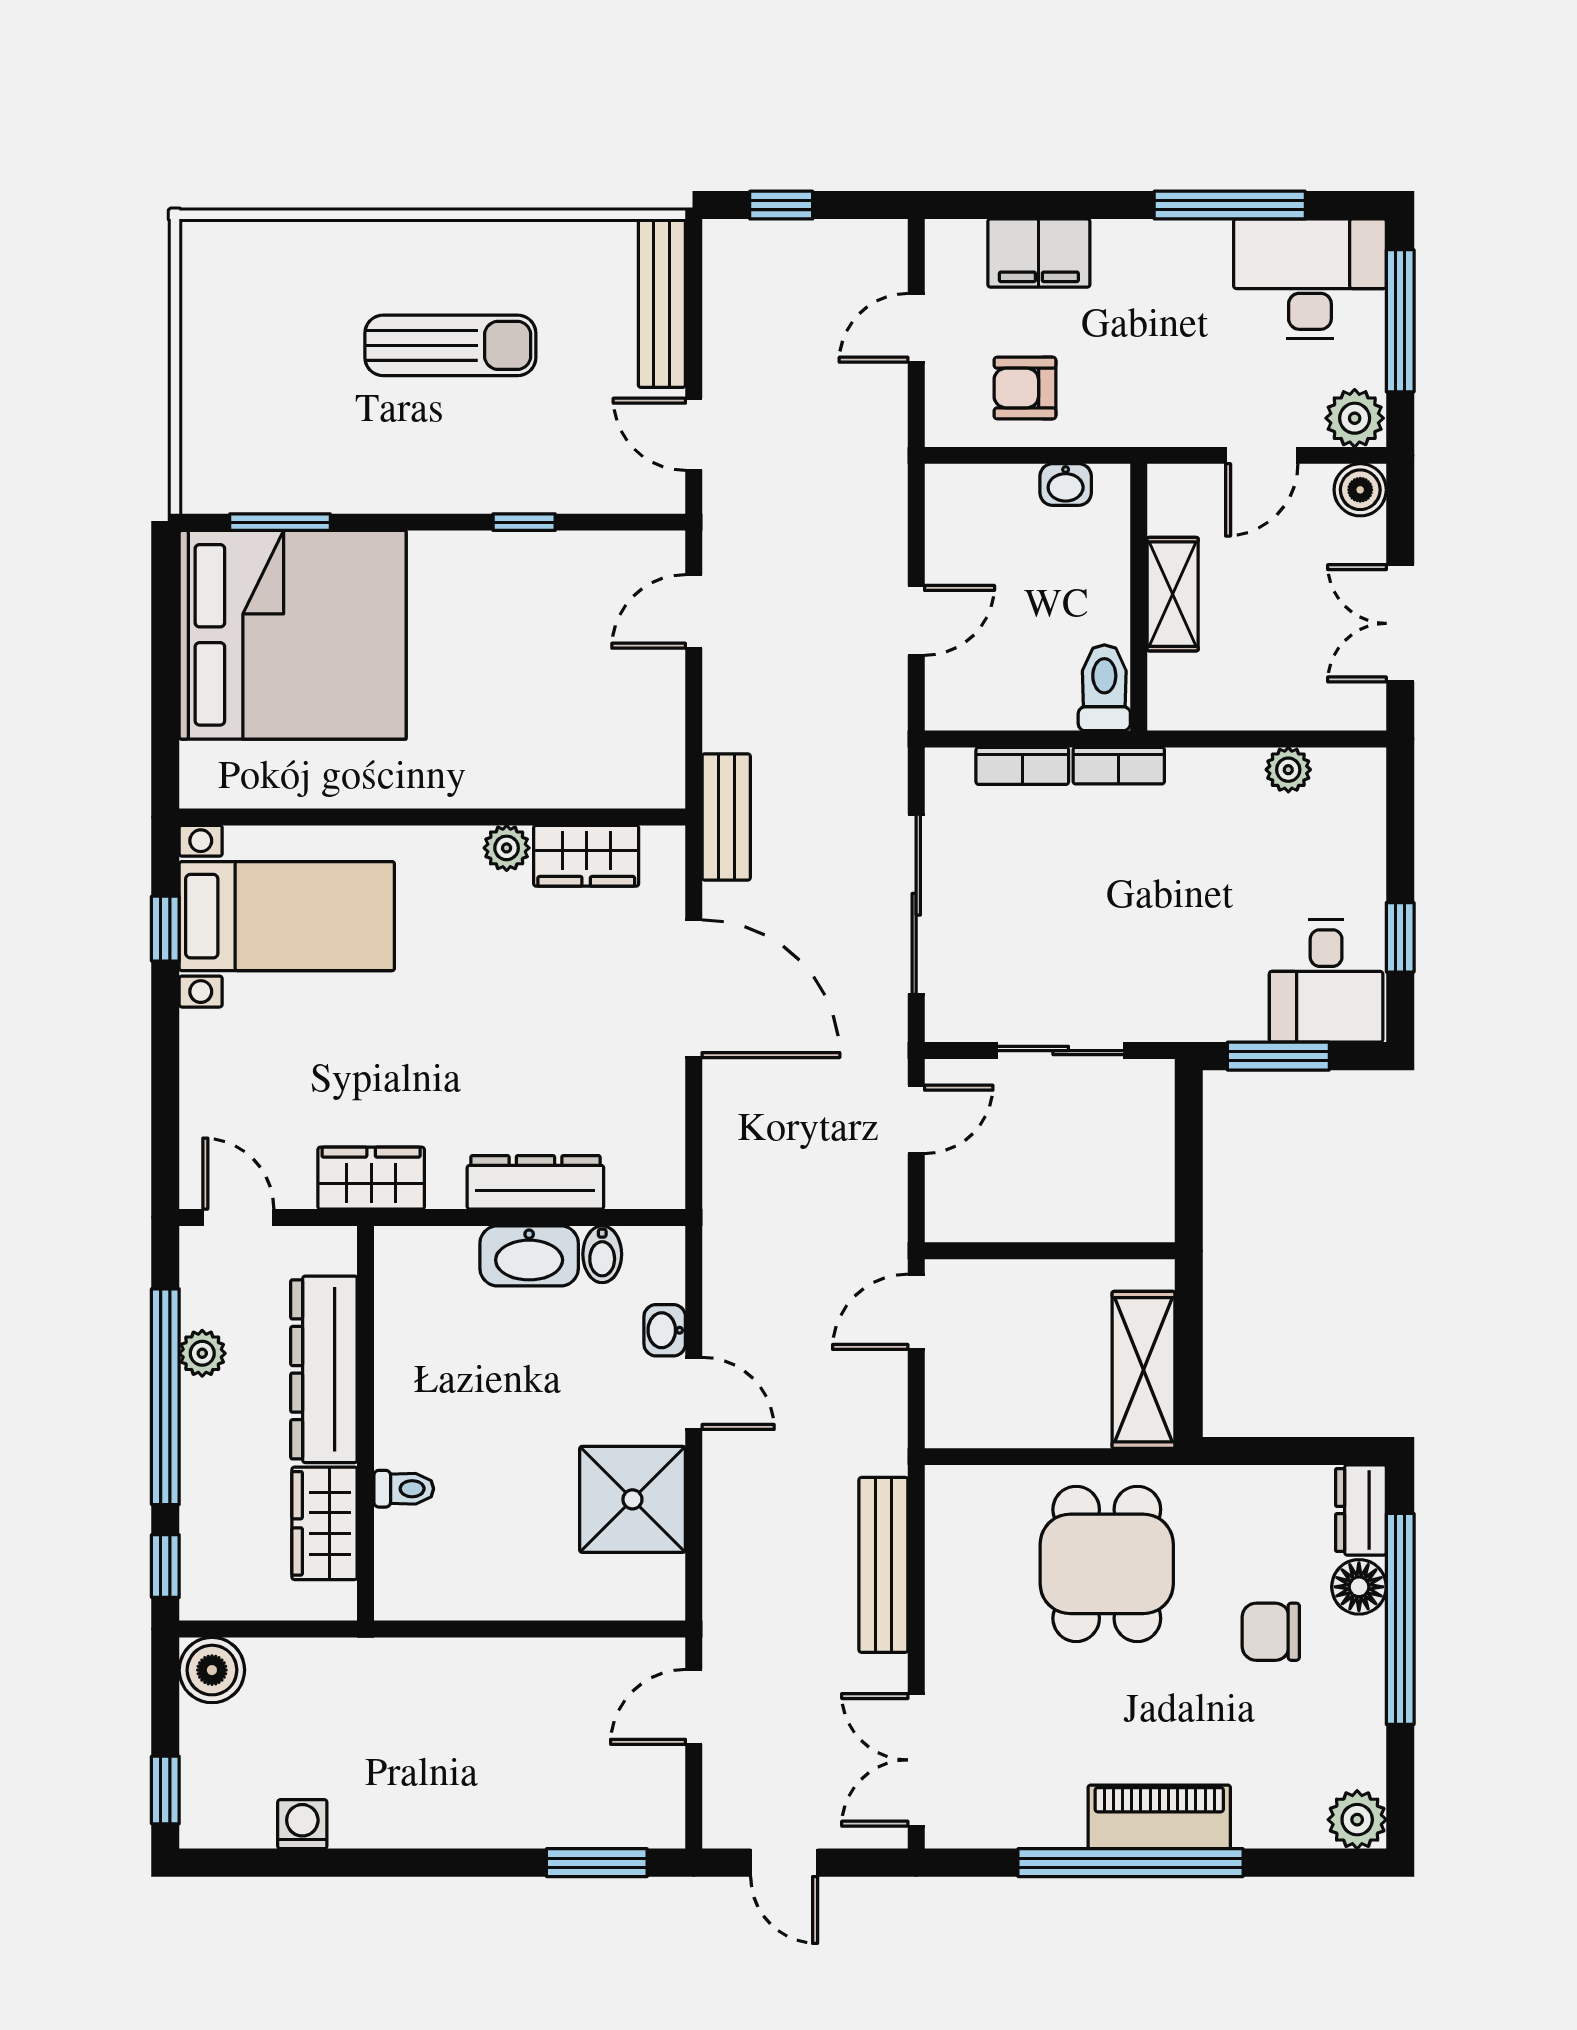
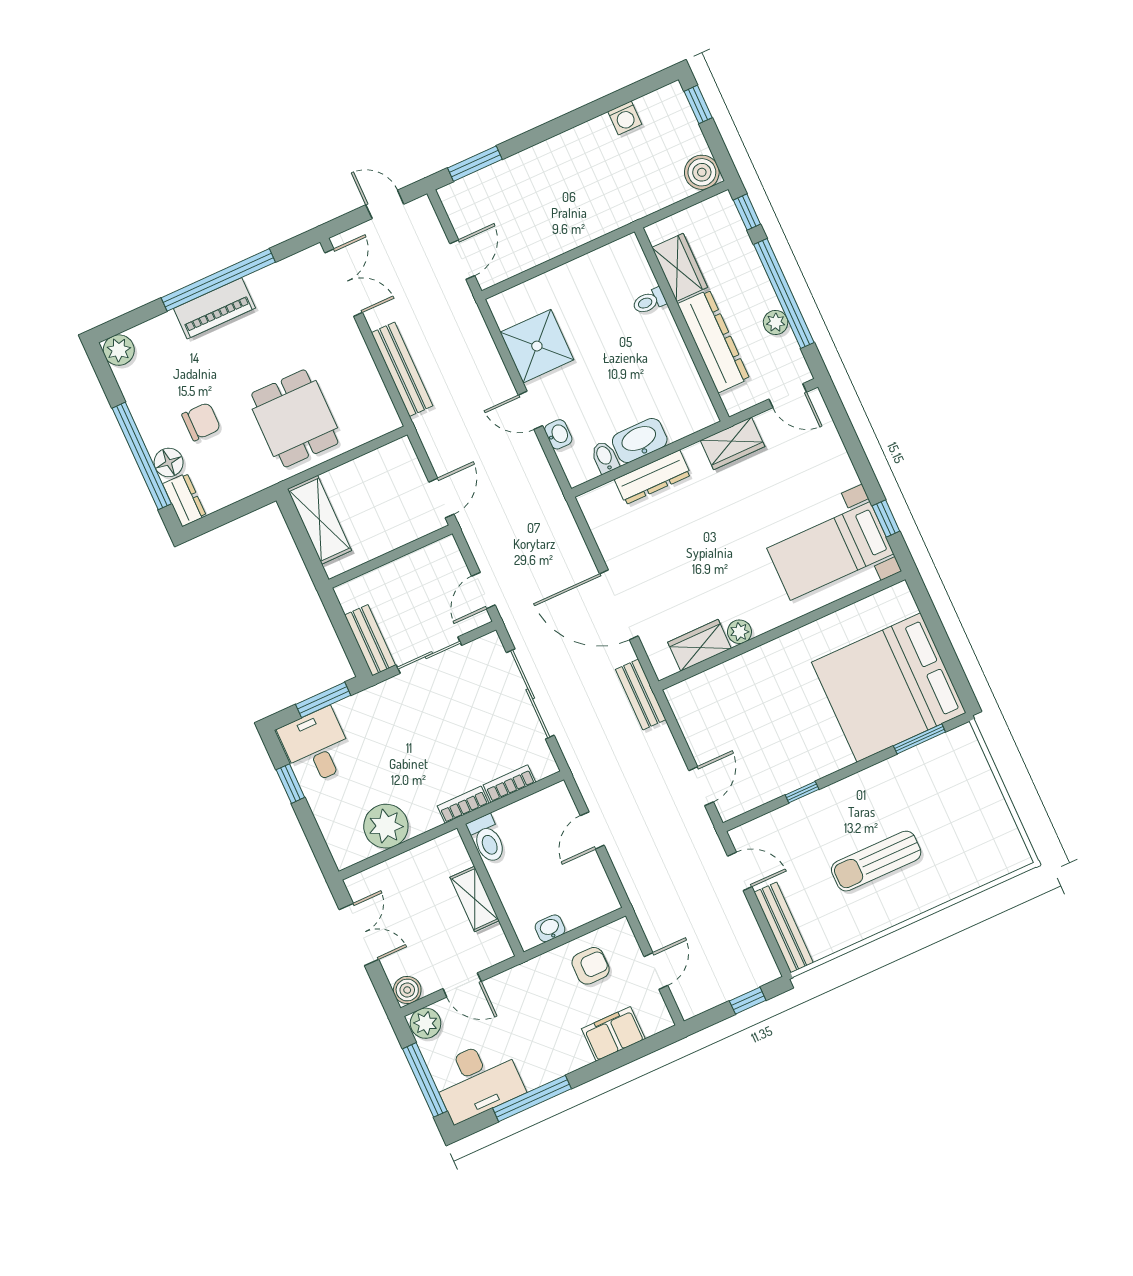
door: (1262, 455) -> (462, 985), swing flipped
plant: (1288, 770) -> (386, 826), width x1.88, depth x1.88
bench: (1151, 1122) -> (370, 640), added

